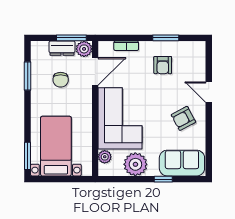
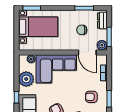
dresser: (62, 48) -> (102, 21), moved

